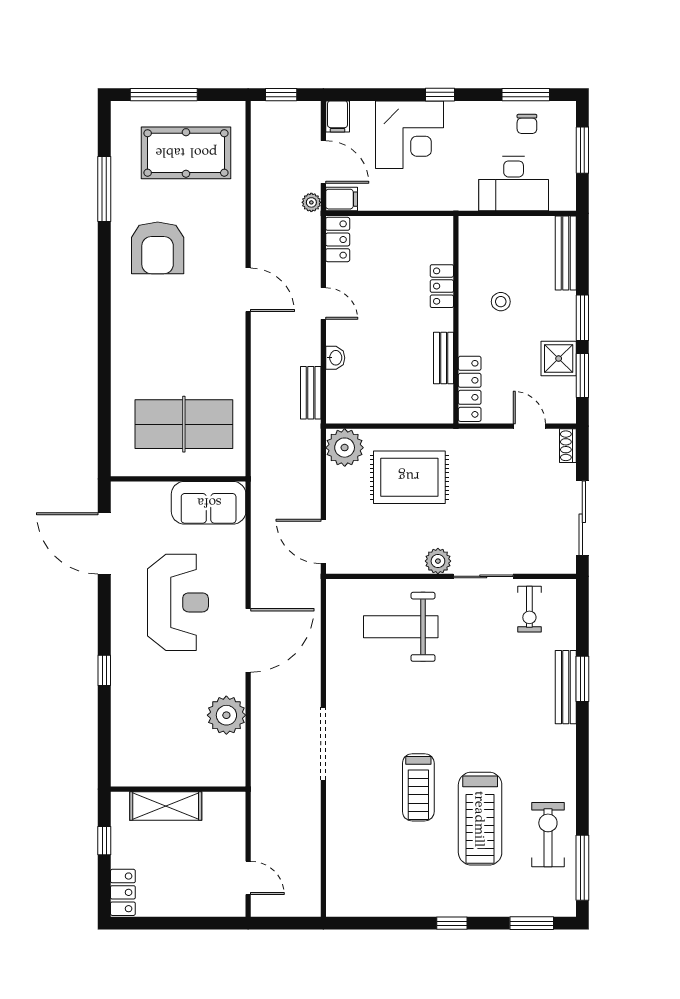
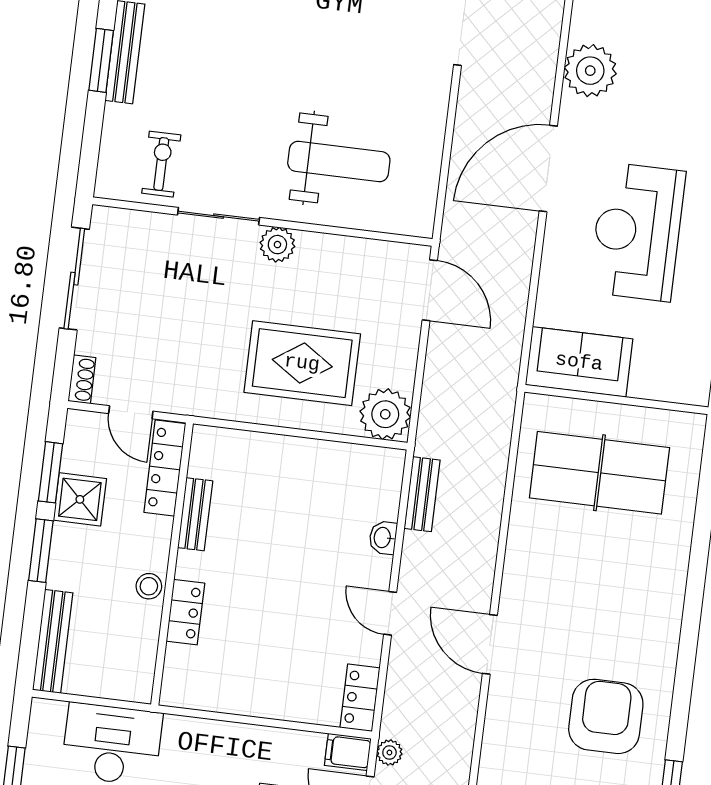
locker: (442, 286) -> (185, 612), moved
wall: (456, 320) -> (172, 564), moved
bench: (444, 358) -> (195, 514), moved
locker: (470, 389) -> (165, 468), moved

